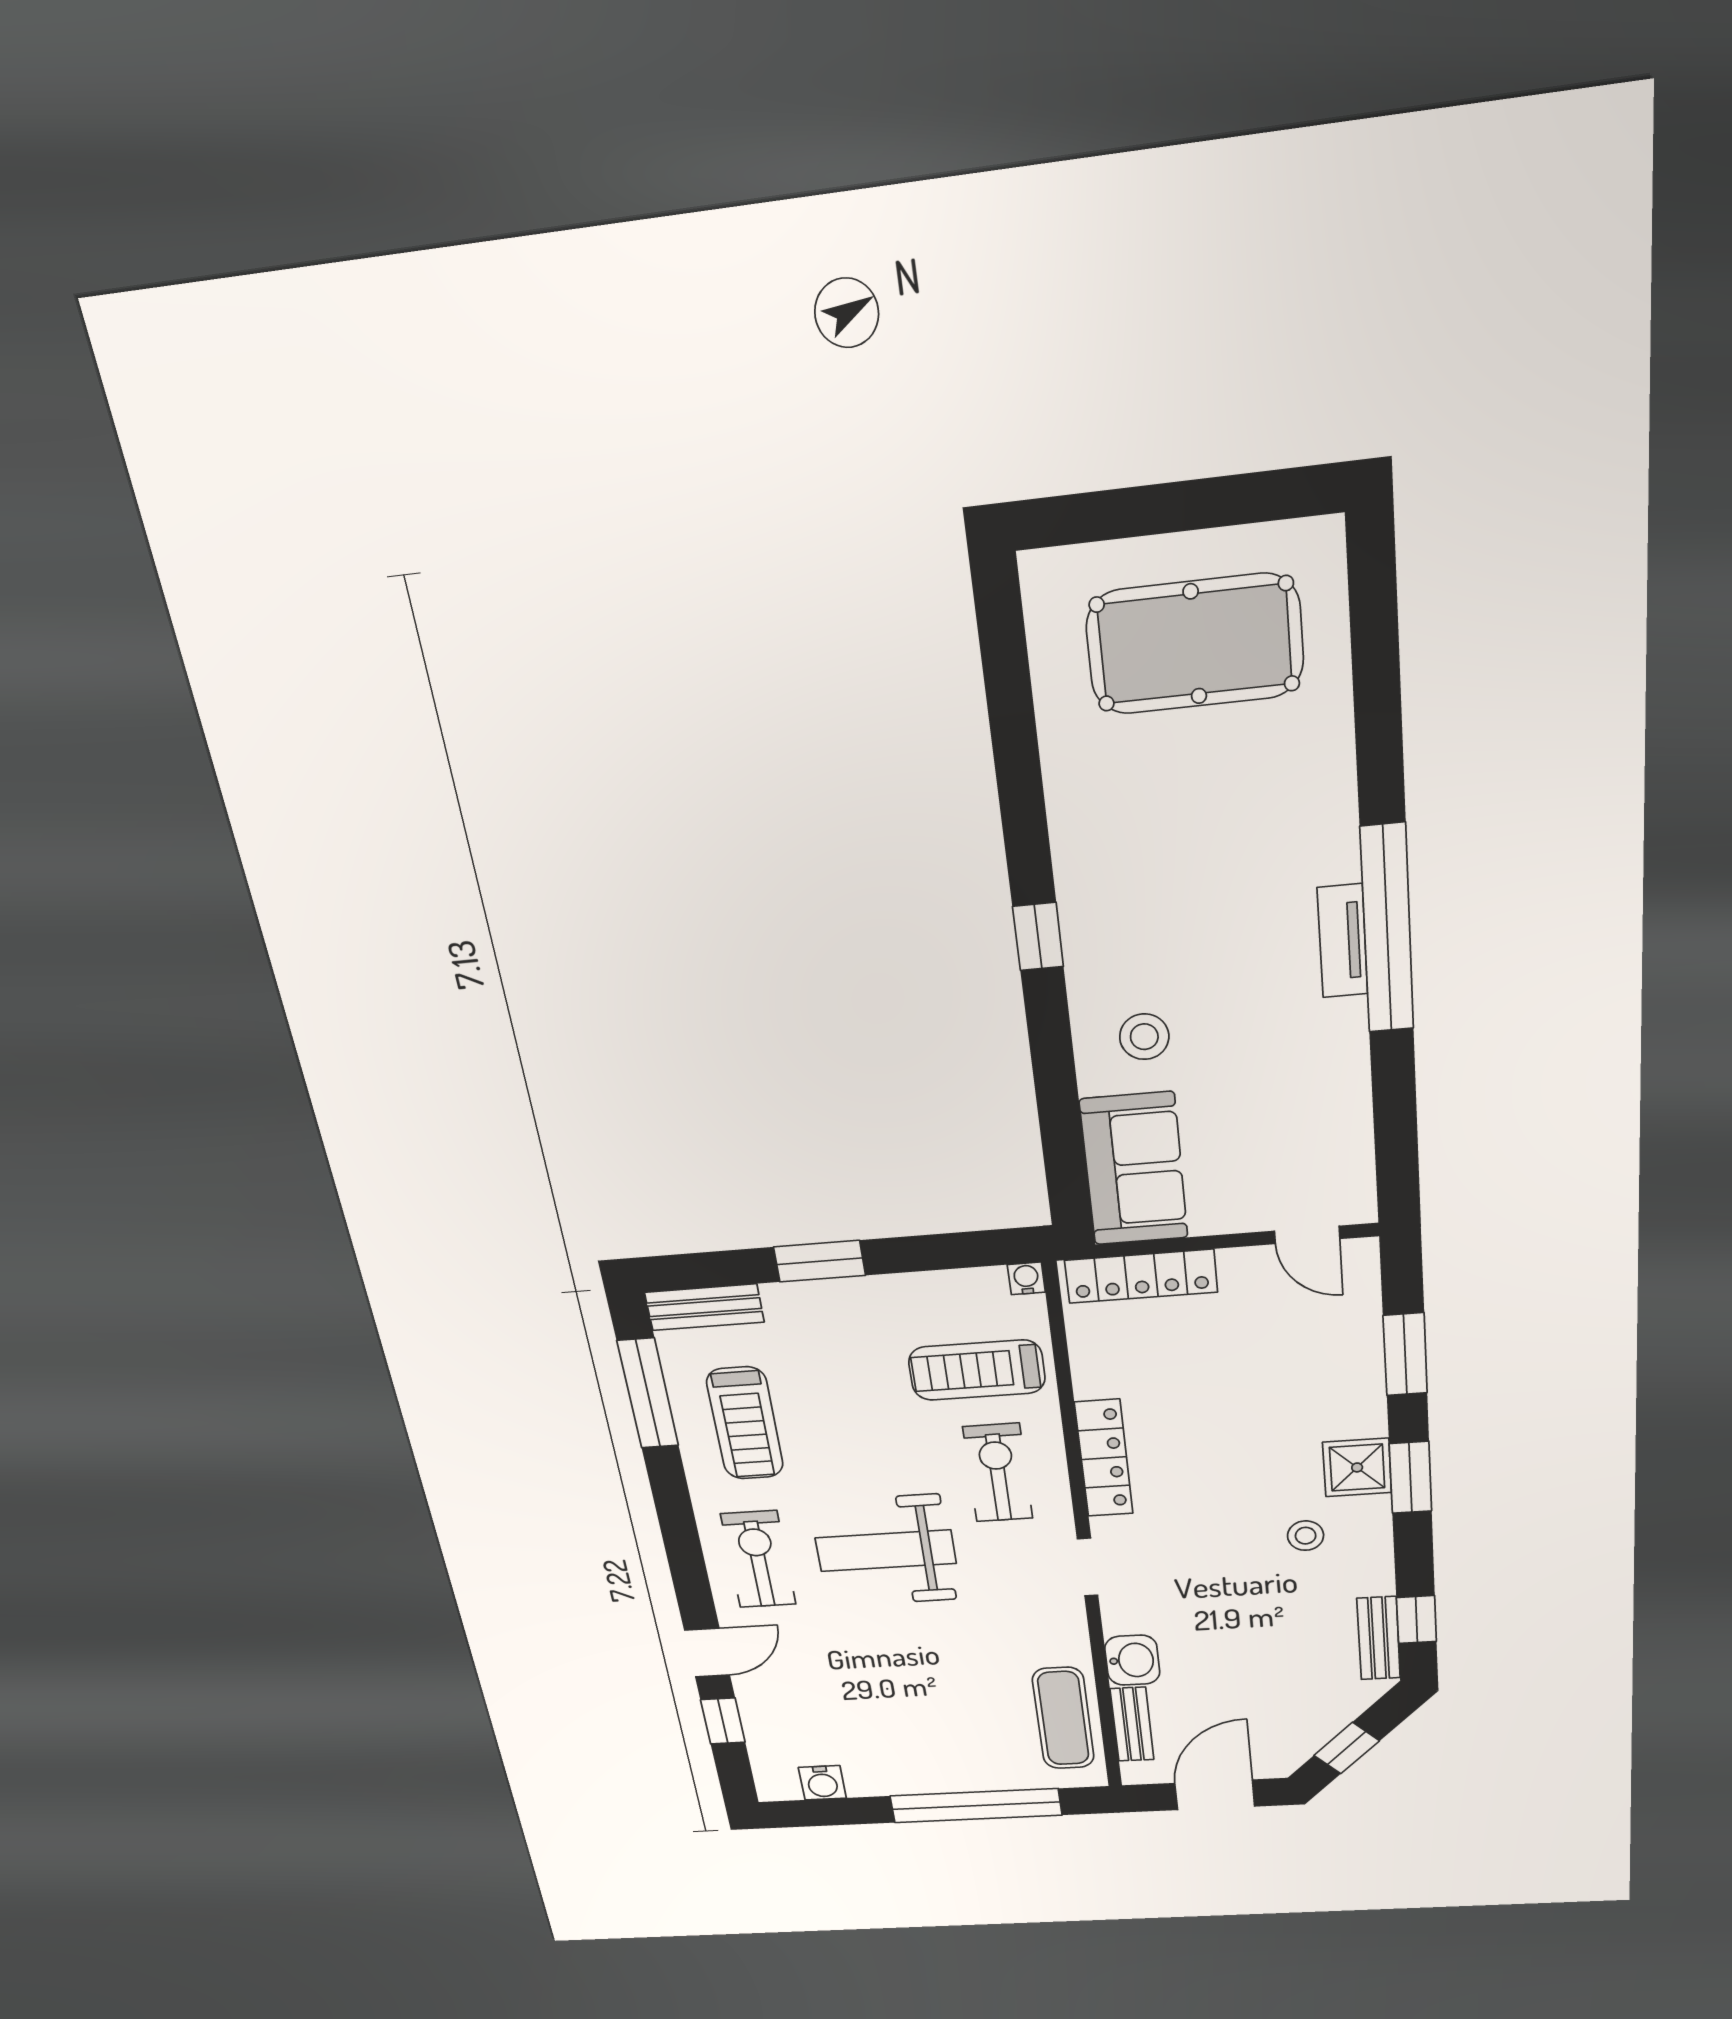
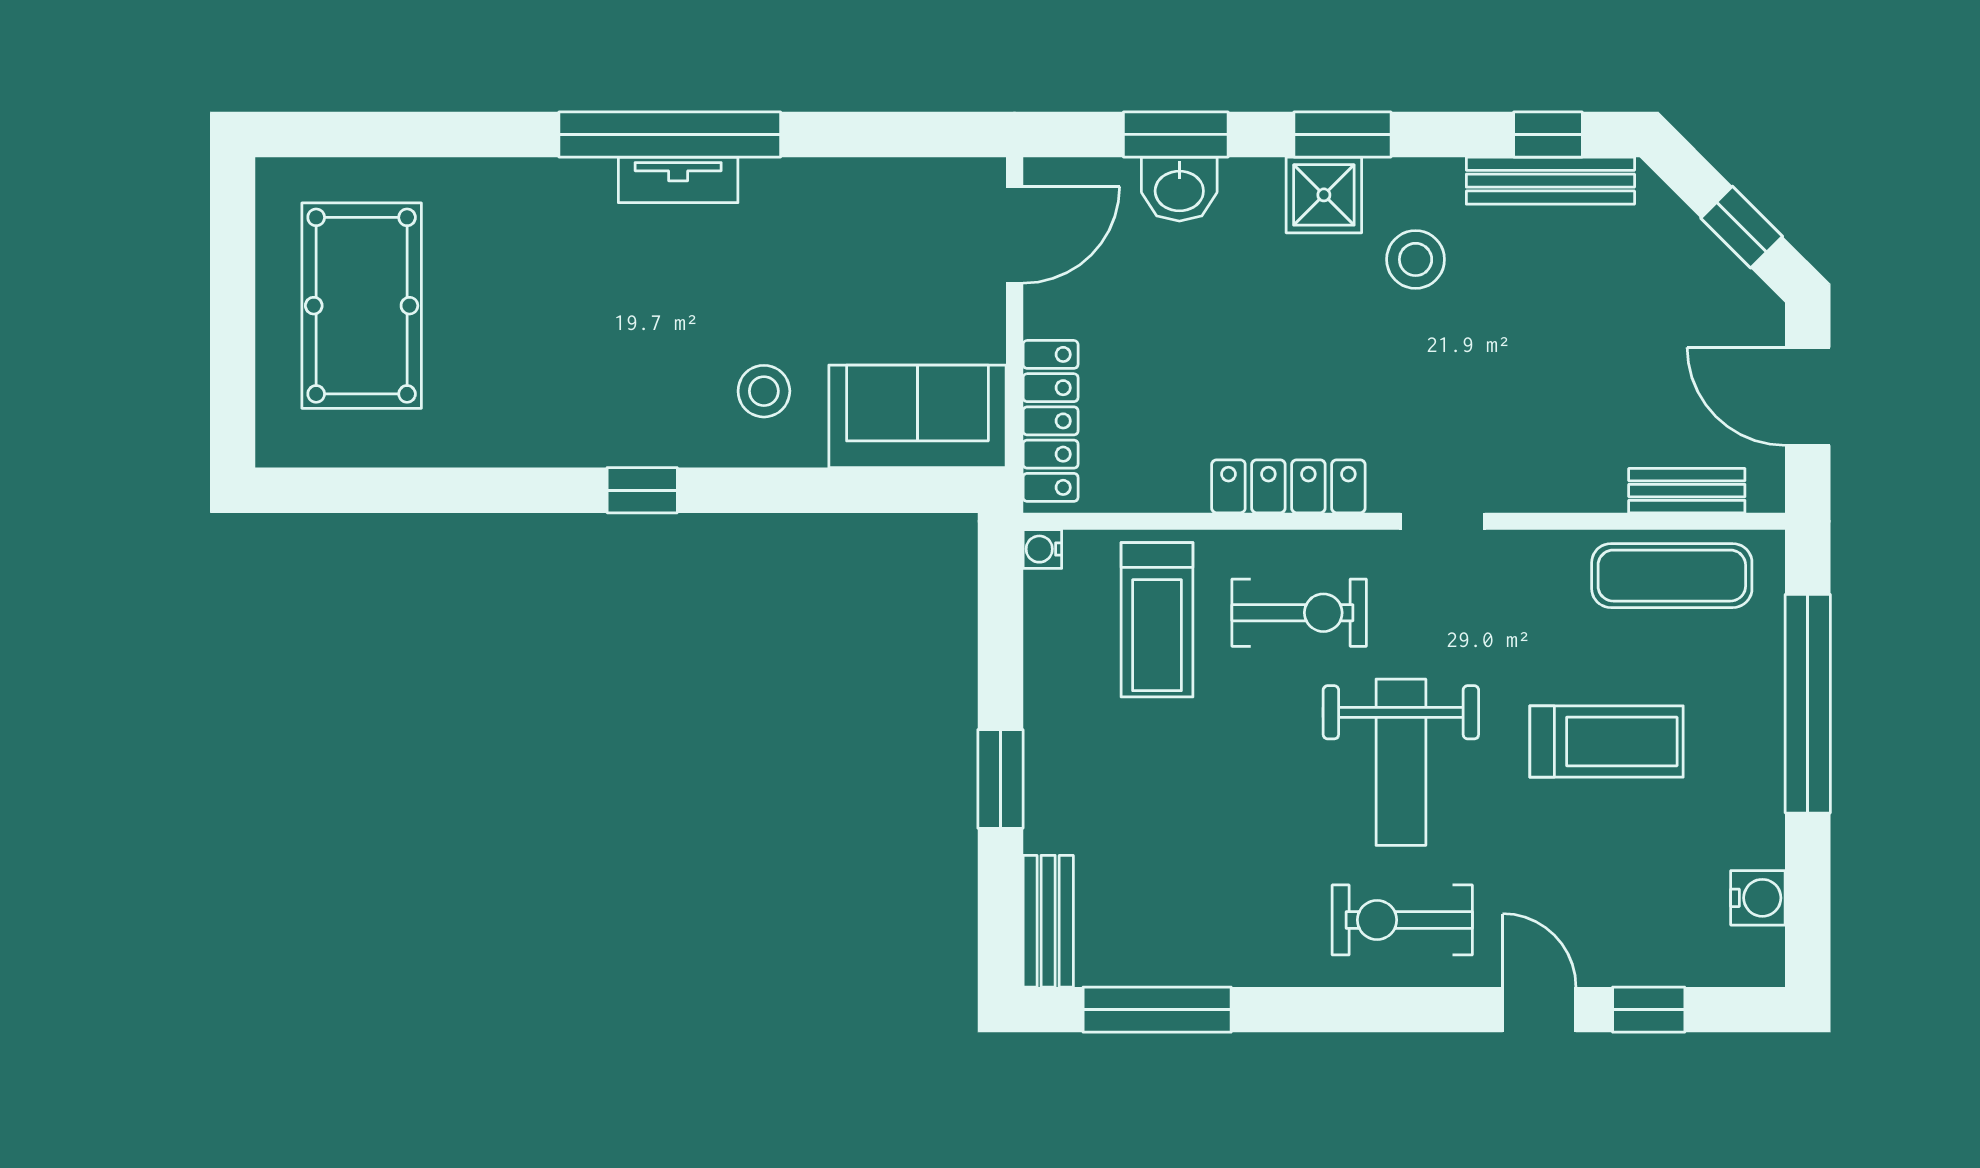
door: (1307, 1235) -> (1015, 235), width x1.38
treadmill: (745, 1423) -> (1606, 742), moved
exercise bike: (998, 1473) -> (1299, 613), turned 180
stool: (1306, 1536) -> (1416, 259), width x1.37, depth x1.37
bench: (1379, 1638) -> (1550, 181), width x1.36
washbasin: (1132, 1660) -> (1179, 189), moved, turned 180

